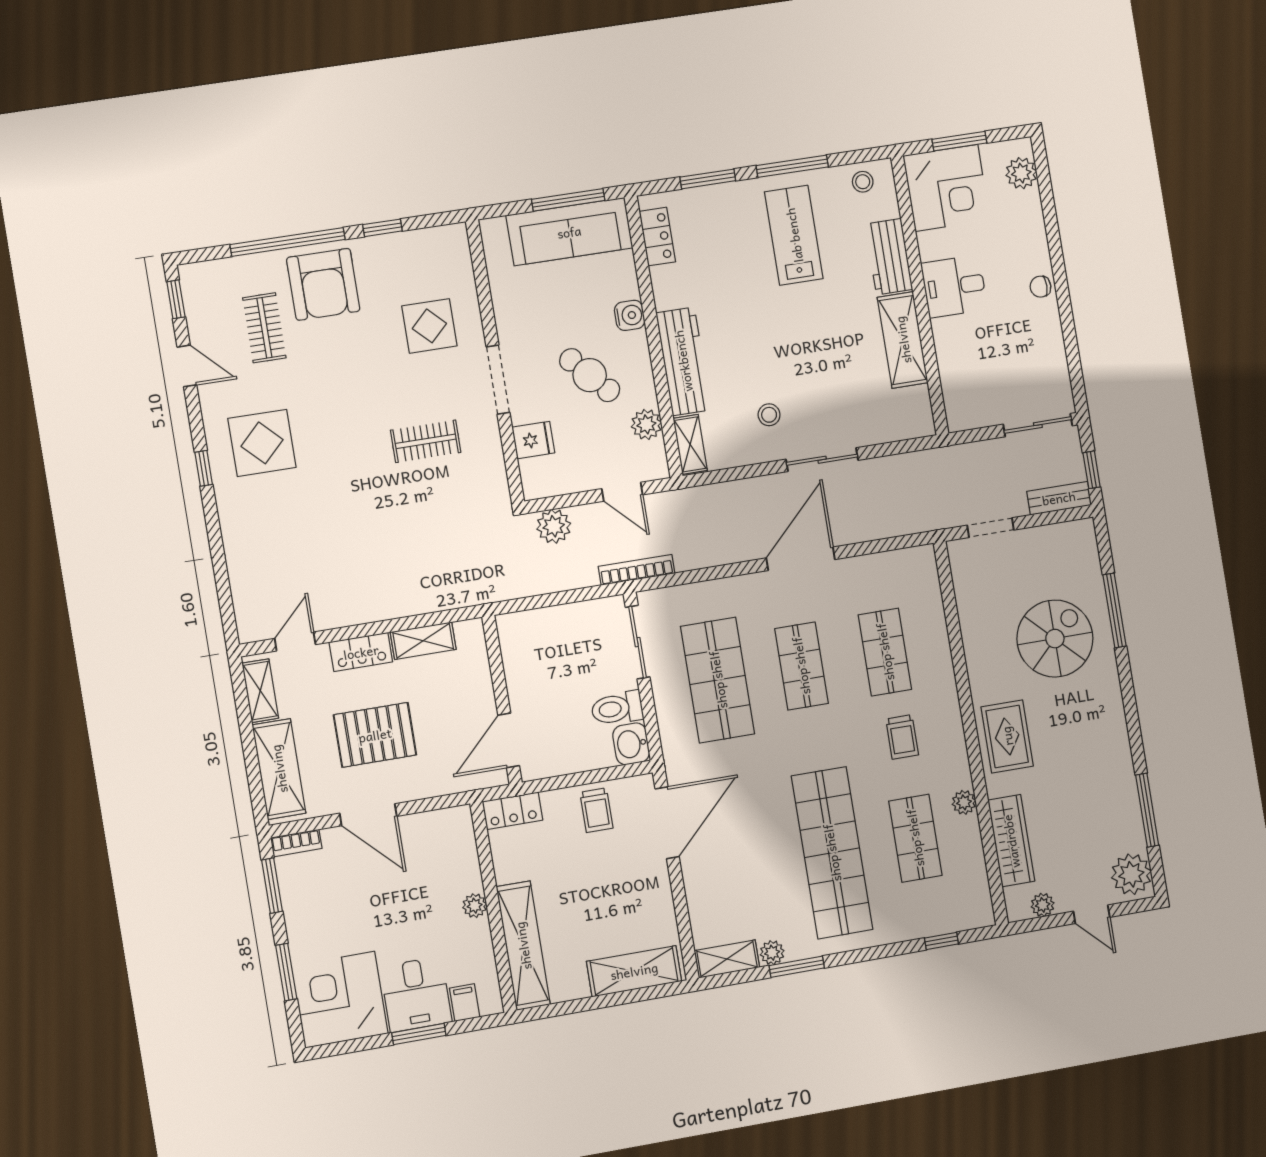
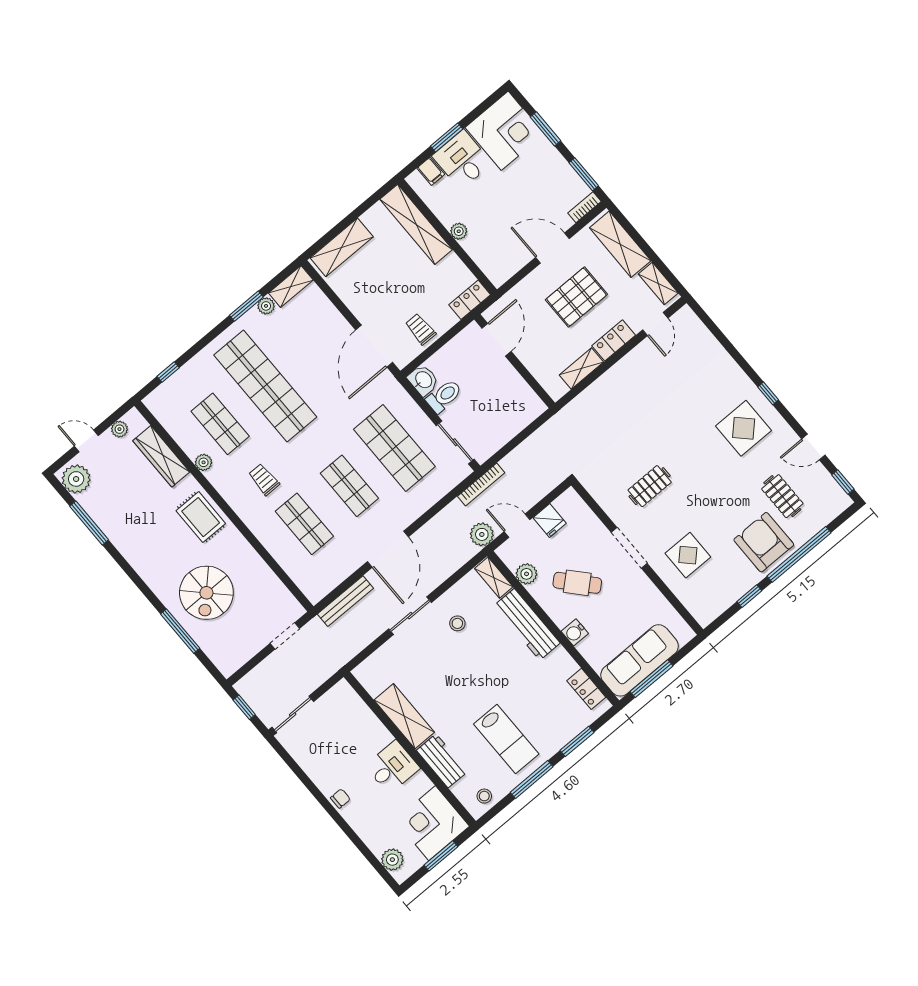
fridge: (533, 440) -> (550, 521), moved, turned -90
bench: (1059, 498) -> (345, 601), moved, width x1.36
plant: (554, 526) -> (482, 534), moved

